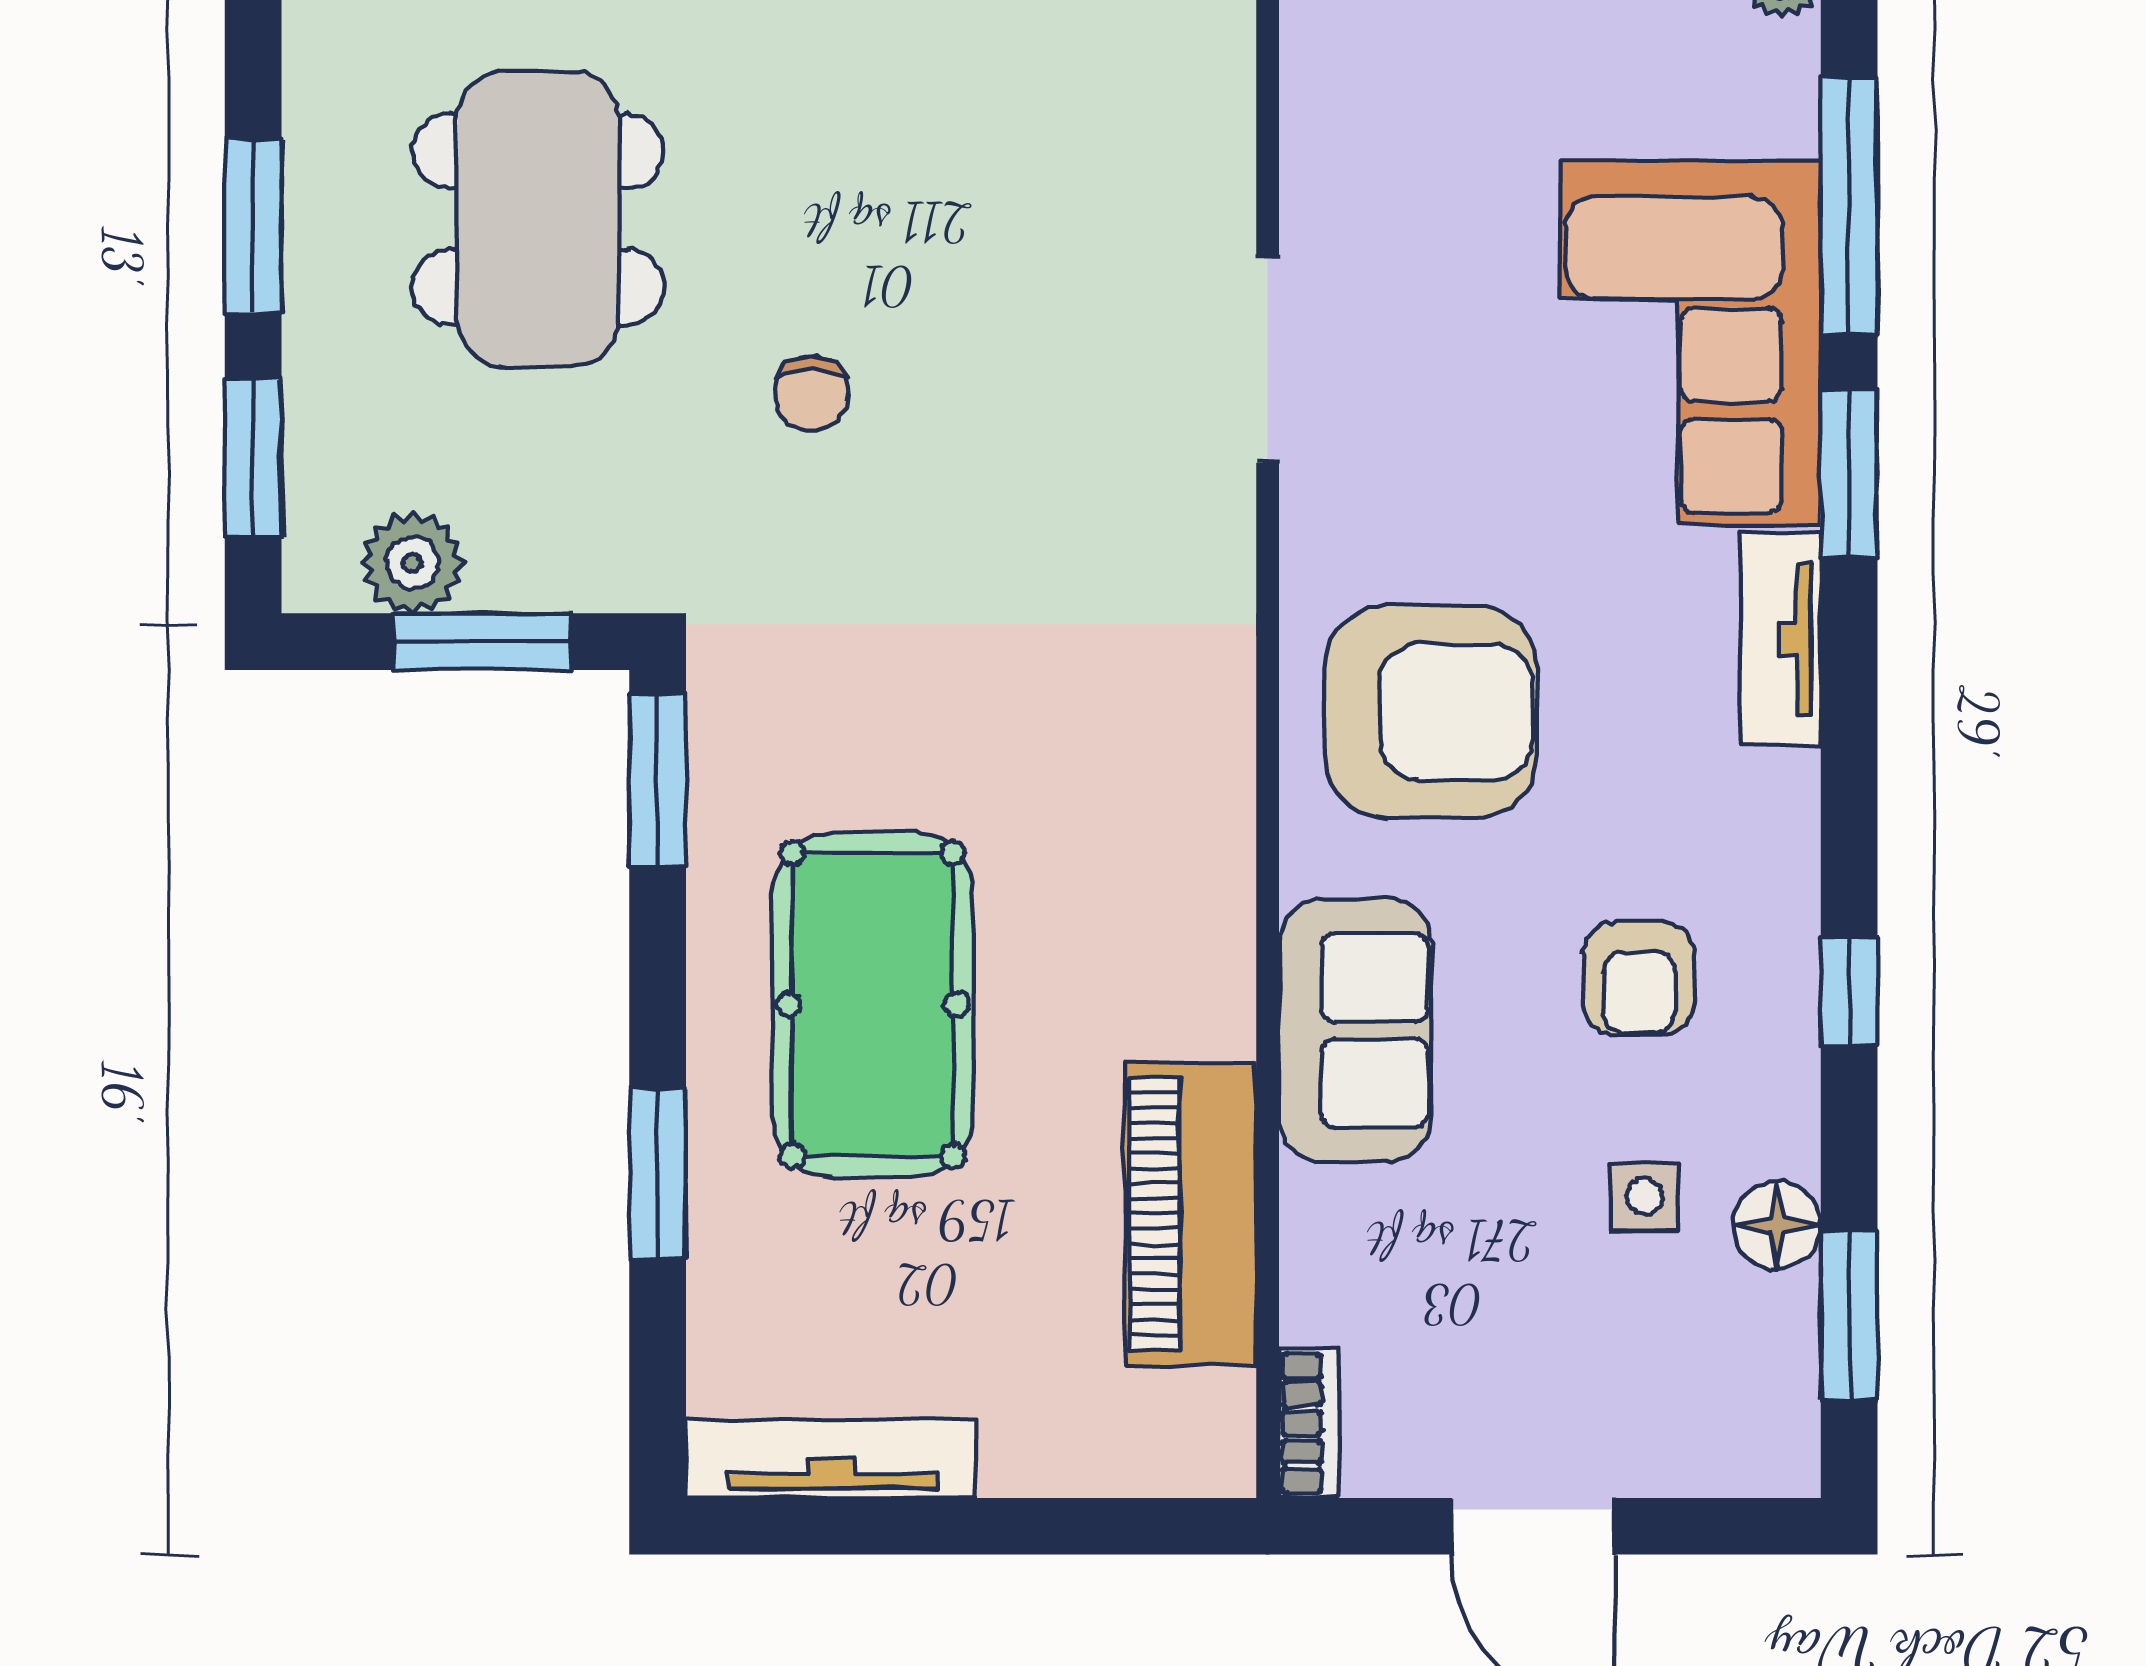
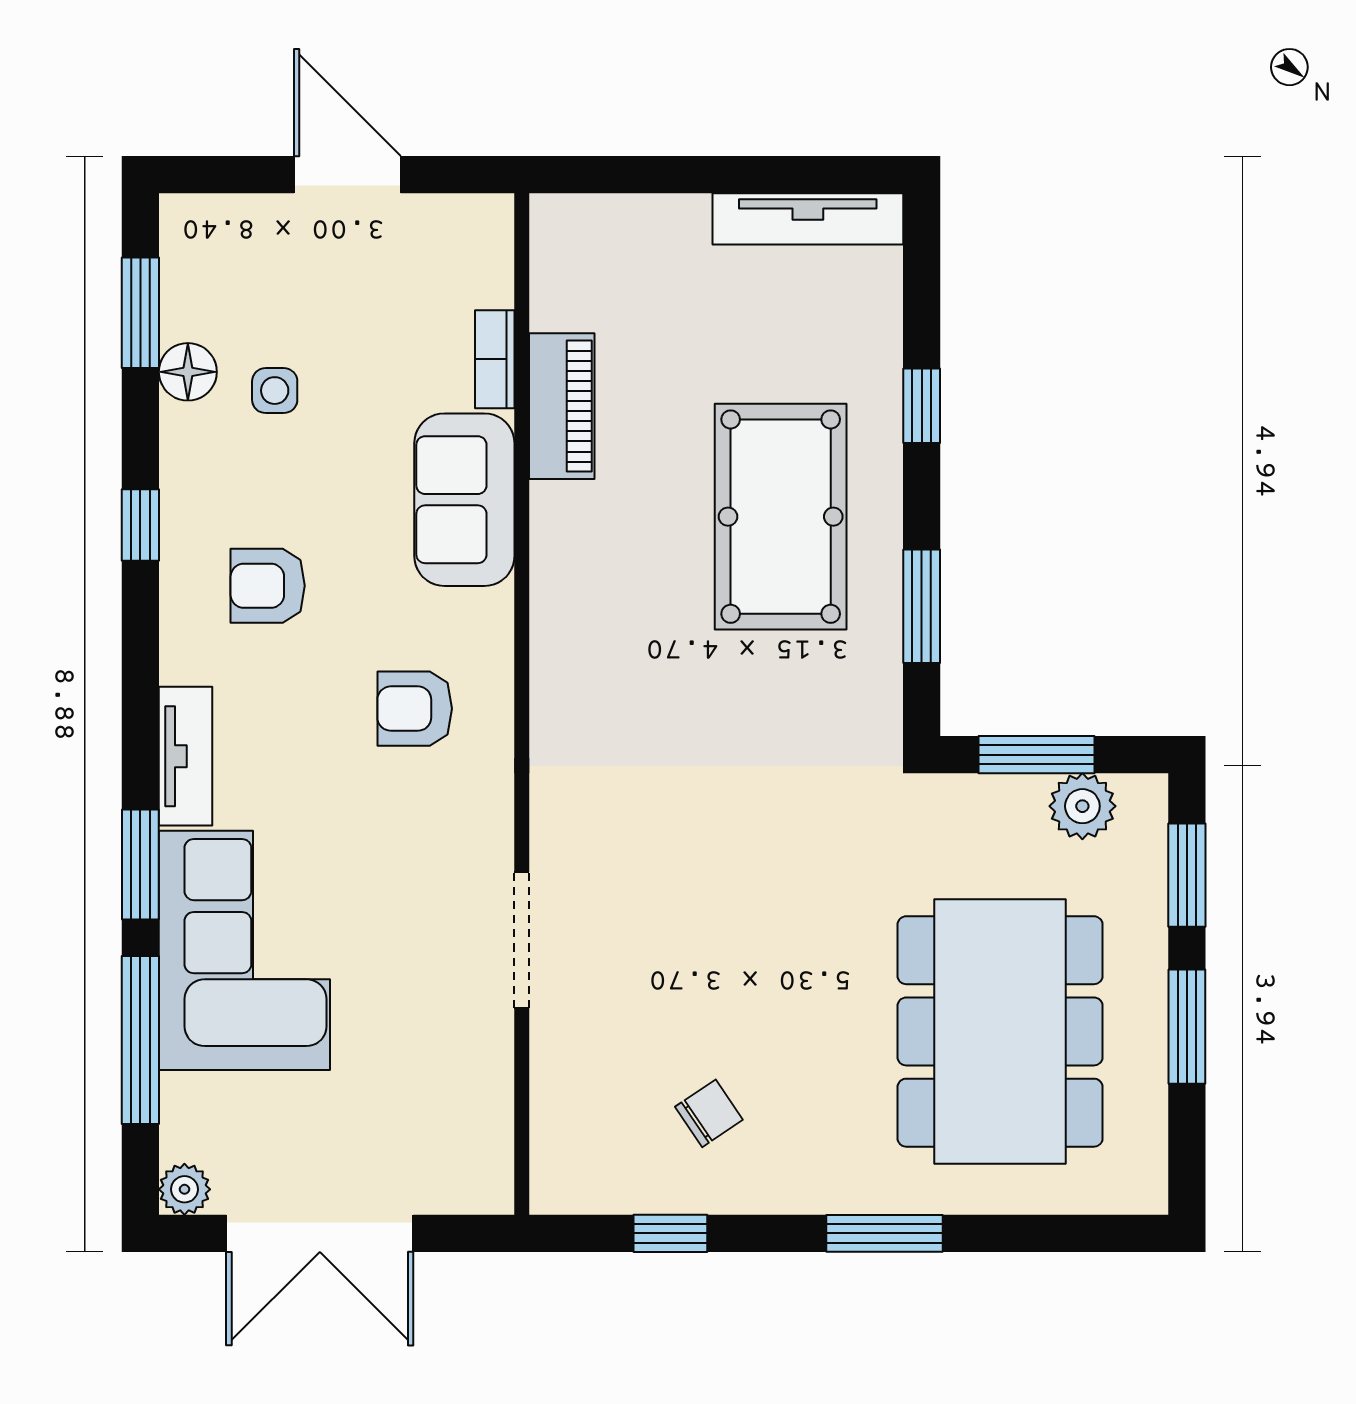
dining table: (538, 219) -> (1000, 1031), width x1.36, depth x1.24
chair: (811, 394) -> (709, 1113), moved, turned 56
armchair: (1431, 712) -> (415, 709), width x0.53, depth x0.53
window: (658, 780) -> (922, 606), moved
armchair: (1639, 978) -> (268, 586), moved, turned -90
window: (658, 1174) -> (922, 406), width x0.67
piano: (1190, 1214) -> (562, 406), width x0.73, depth x0.75
bookcase: (1309, 1423) -> (495, 359), moved

